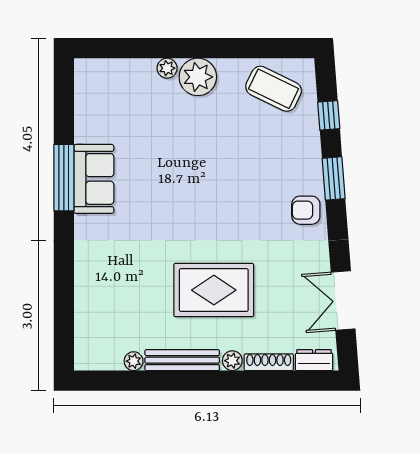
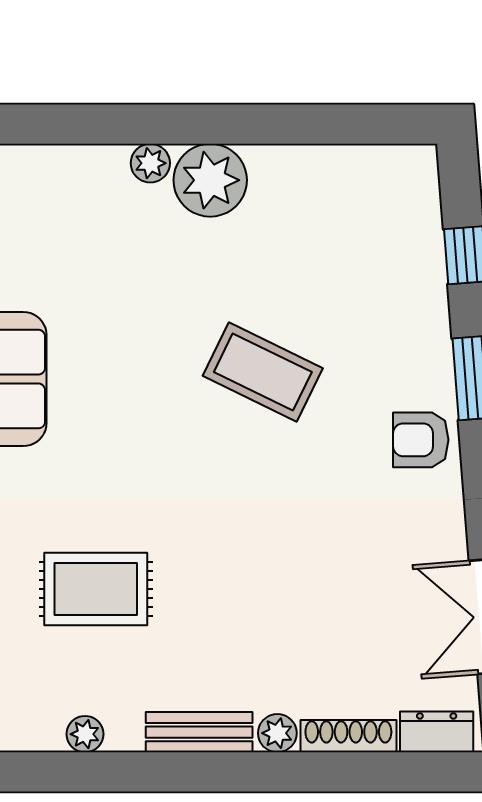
coffee table: (274, 89) -> (263, 372), moved
rug: (214, 290) -> (96, 589), moved, width x0.73, depth x0.70
bench: (182, 360) -> (199, 732), width x0.73

